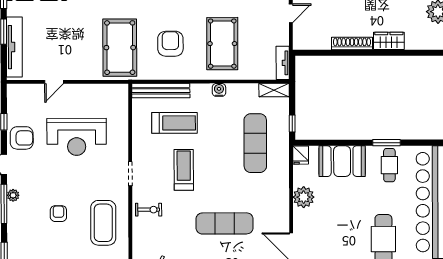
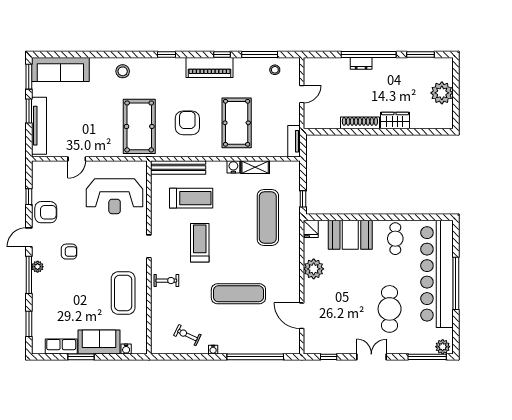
shelving: (274, 90) -> (255, 167), moved
reception desk: (77, 137) -> (115, 196), moved
window: (386, 143) -> (393, 217), removed
armchair: (58, 214) -> (69, 252), moved, turned 90

